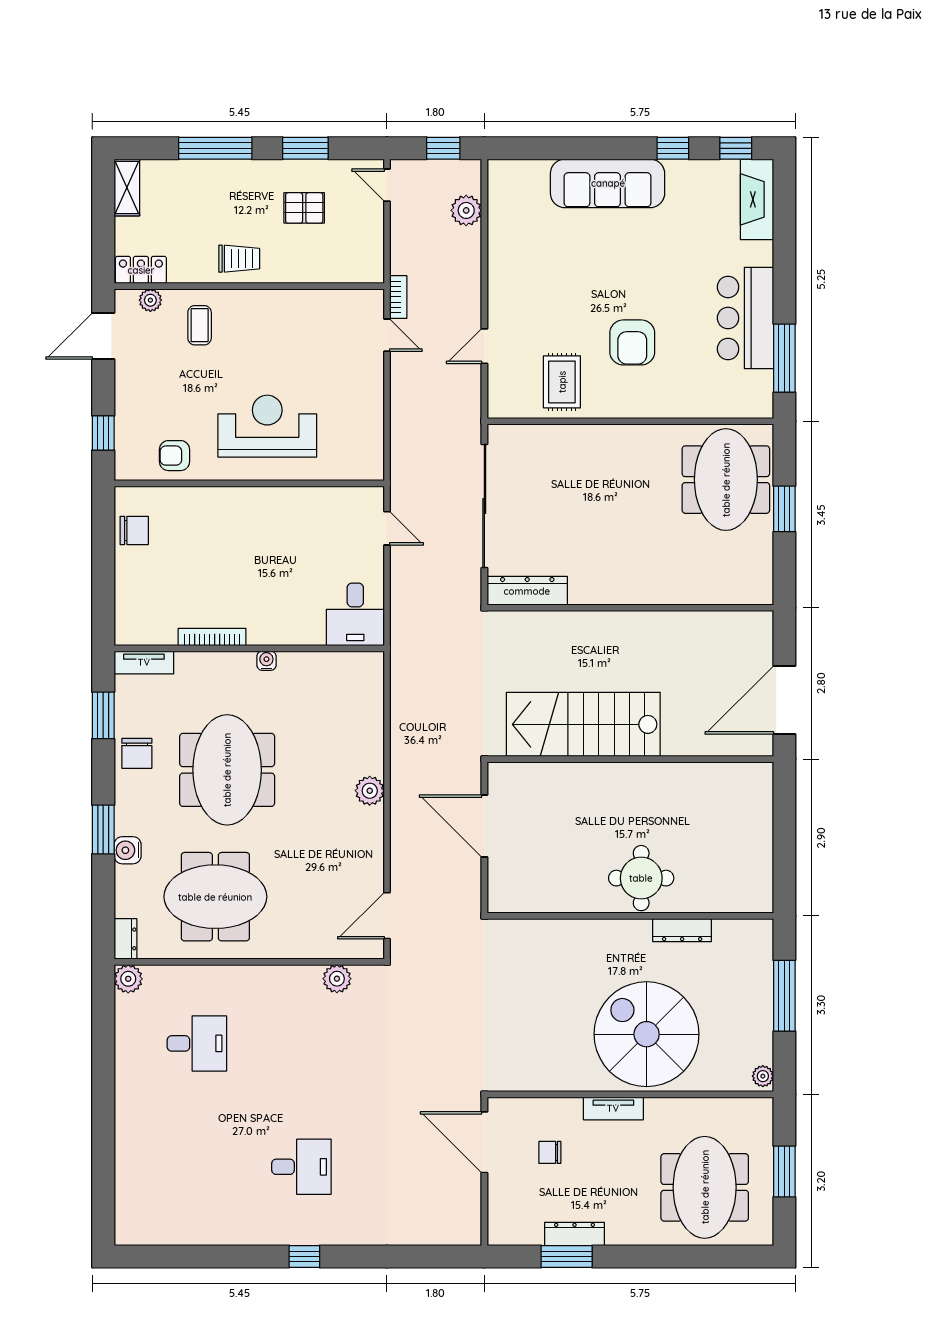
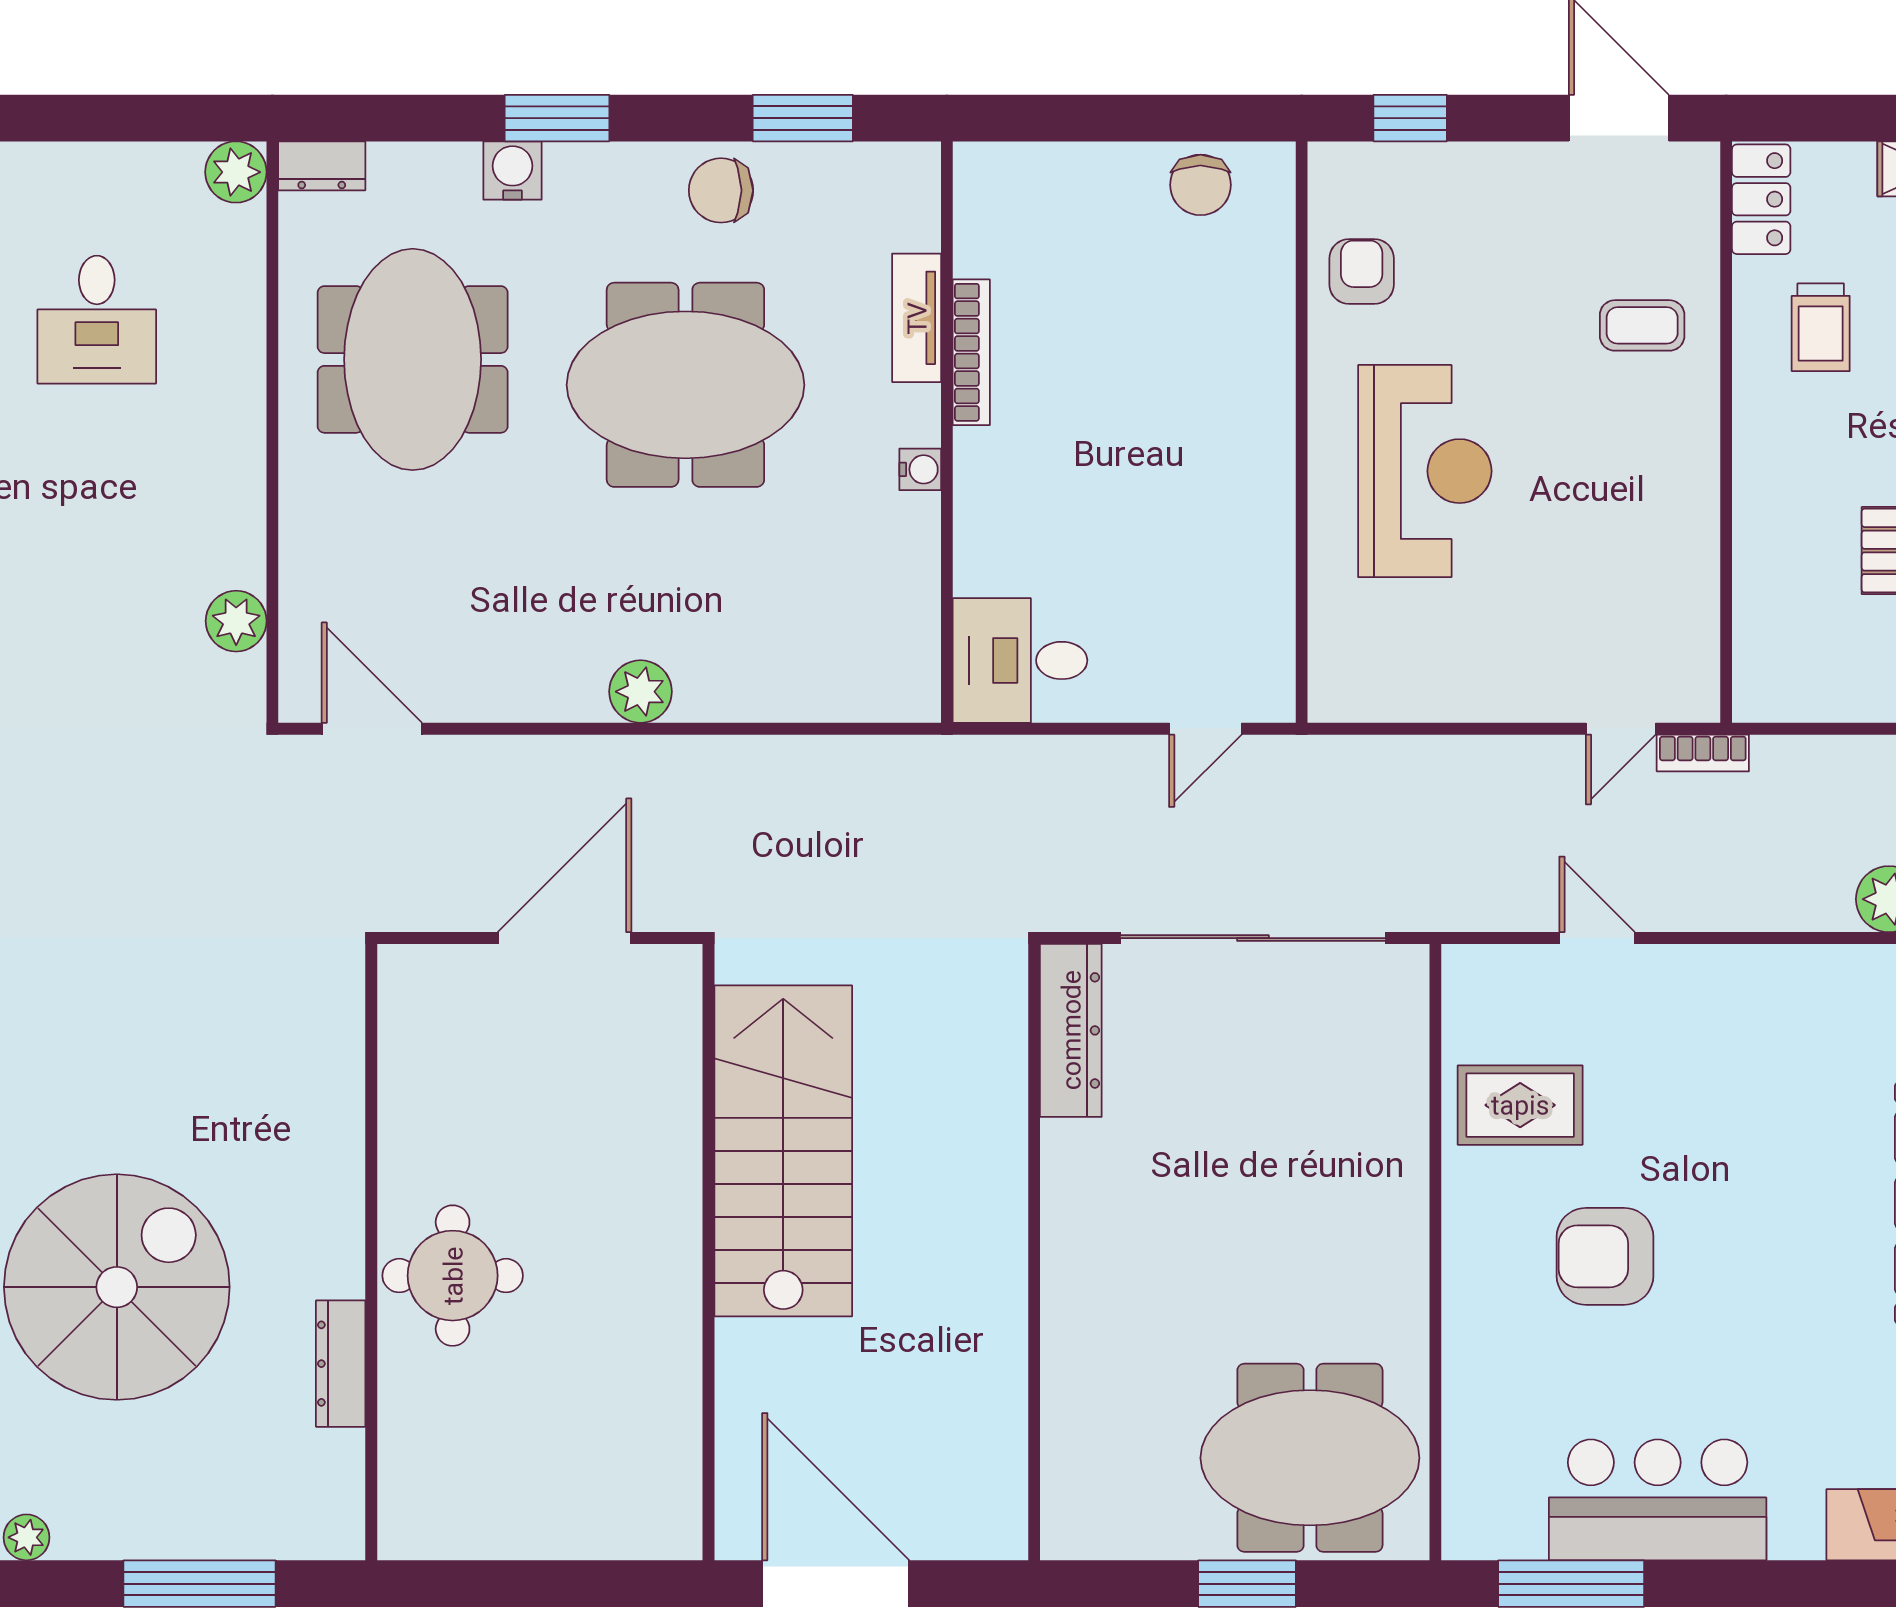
trolley: (239, 259) -> (1821, 327), moved
plant: (150, 300) -> (1696, 220), removed
tv unit: (144, 662) -> (917, 318), moved

